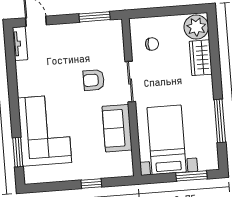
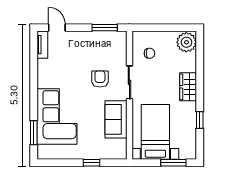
wardrobe: (201, 58) -> (188, 87), moved
armchair: (94, 80) -> (100, 79), turned 90
window: (220, 121) -> (200, 120), width x0.46

